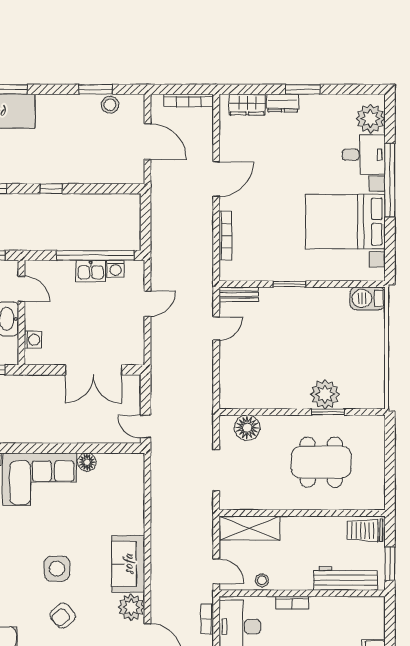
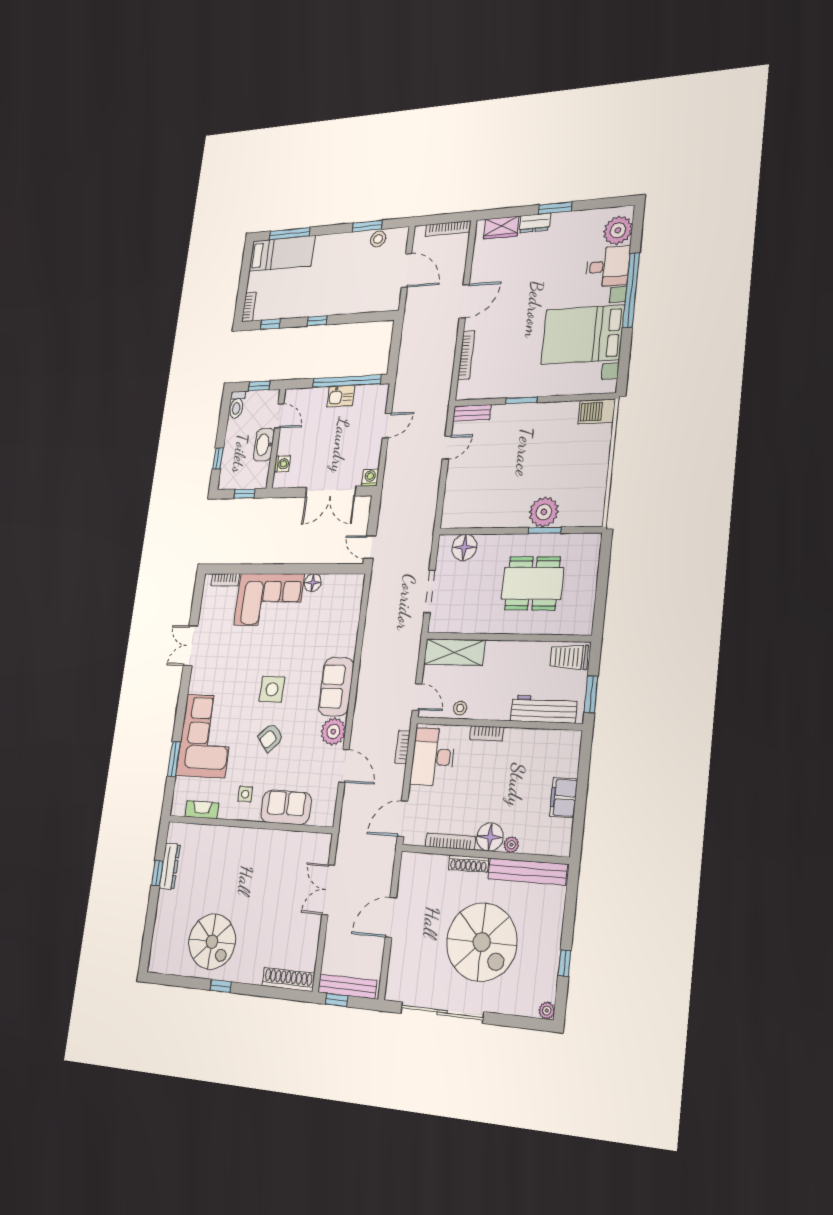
washing machine: (116, 269) -> (370, 478), moved, turned 180

